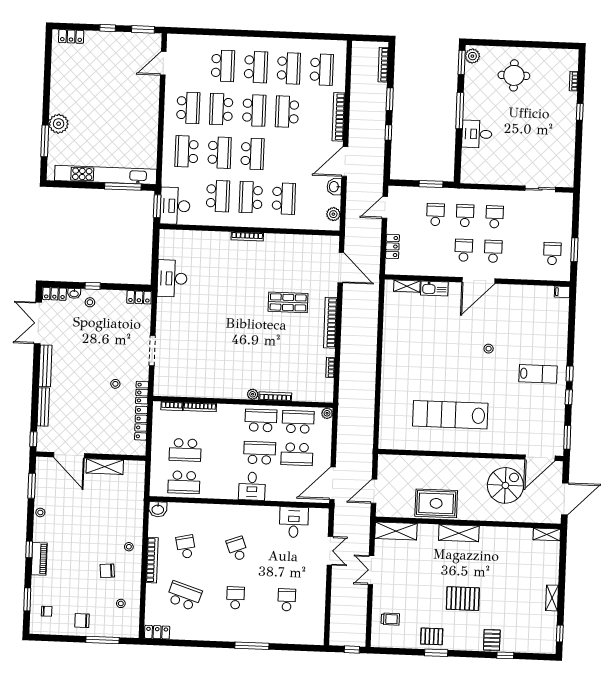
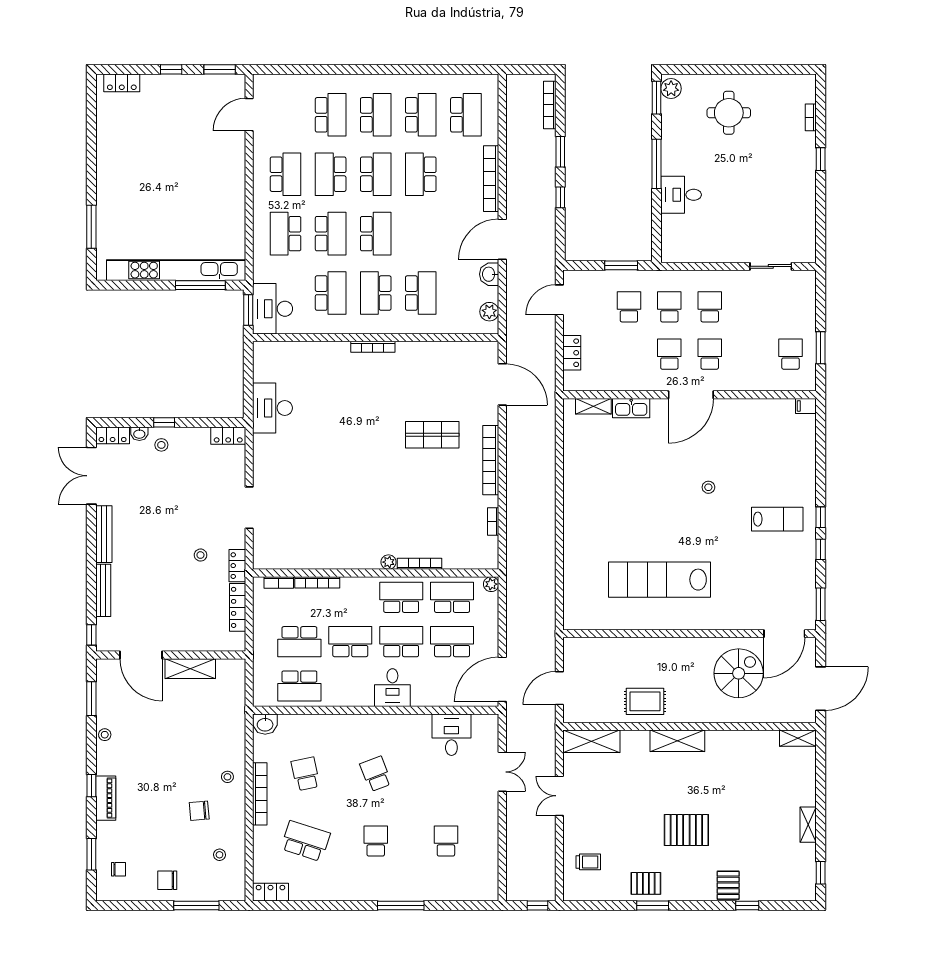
plant: (59, 124) -> (109, 203), removed
school desk: (222, 451) -> (350, 642), added
school desk: (297, 454) -> (452, 642), turned 180
rug: (436, 503) -> (645, 701), width x0.73, depth x0.70

